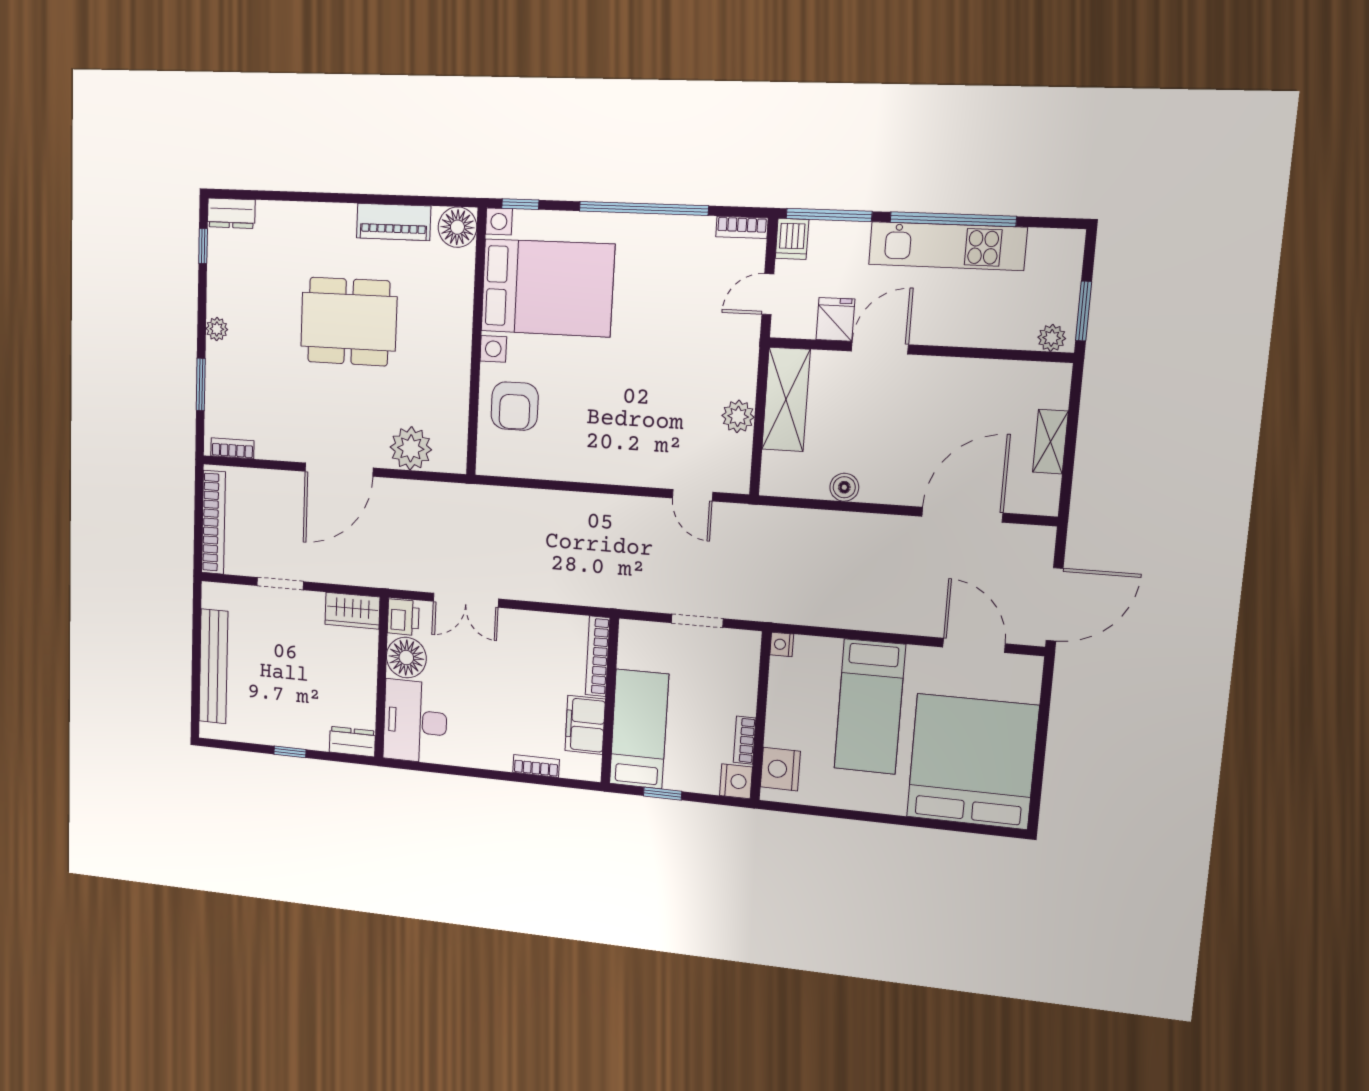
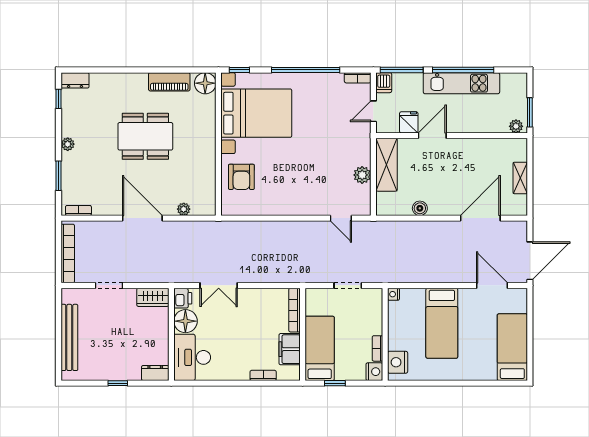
plant: (411, 448) -> (184, 209), width x0.53, depth x0.53
door: (339, 470) -> (142, 218), swing flipped
bed: (972, 761) -> (512, 347), width x0.49

